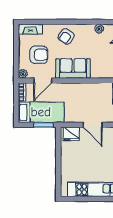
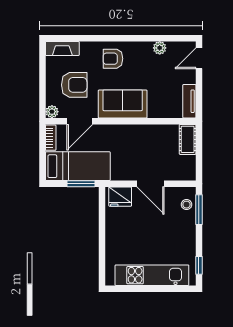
armchair: (66, 36) -> (113, 59), turned 56

